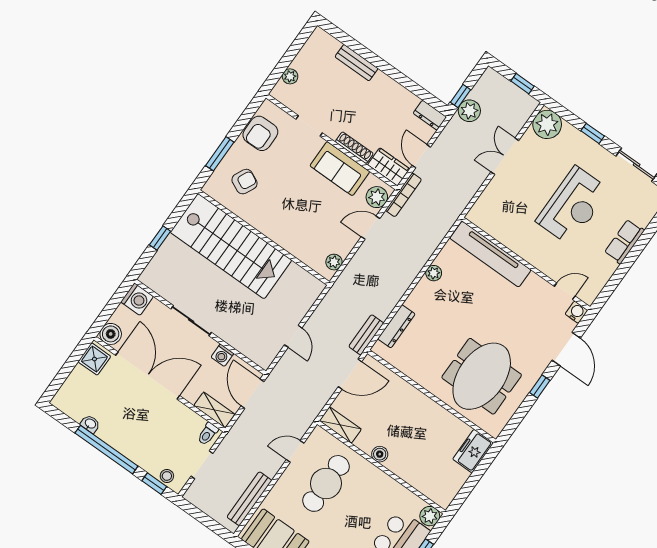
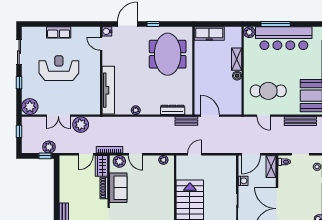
dresser: (430, 115) -> (64, 164), removed
plant: (469, 179) -> (81, 125), added
door: (293, 336) -> (195, 154), moved
meeting table: (482, 376) -> (168, 54), turned 90
shelving: (340, 425) -> (237, 59), moved
freezer: (473, 451) -> (209, 34), width x1.40

